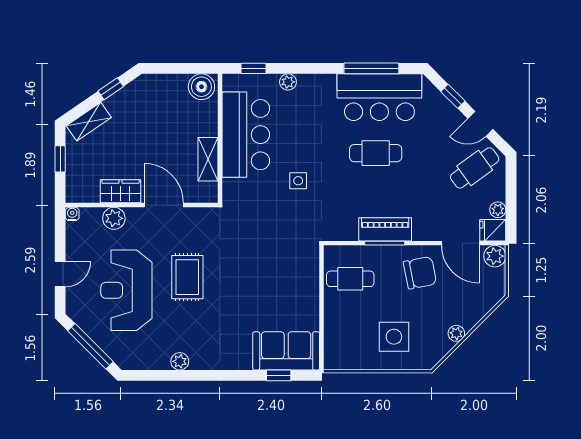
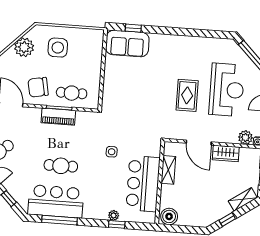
window: (253, 68) -> (117, 224), moved
plant: (114, 218) -> (245, 137), moved
cafe table: (350, 279) -> (72, 93), moved
plant: (456, 333) -> (24, 47), width x1.87, depth x1.87
plant: (180, 361) -> (196, 42), removed

